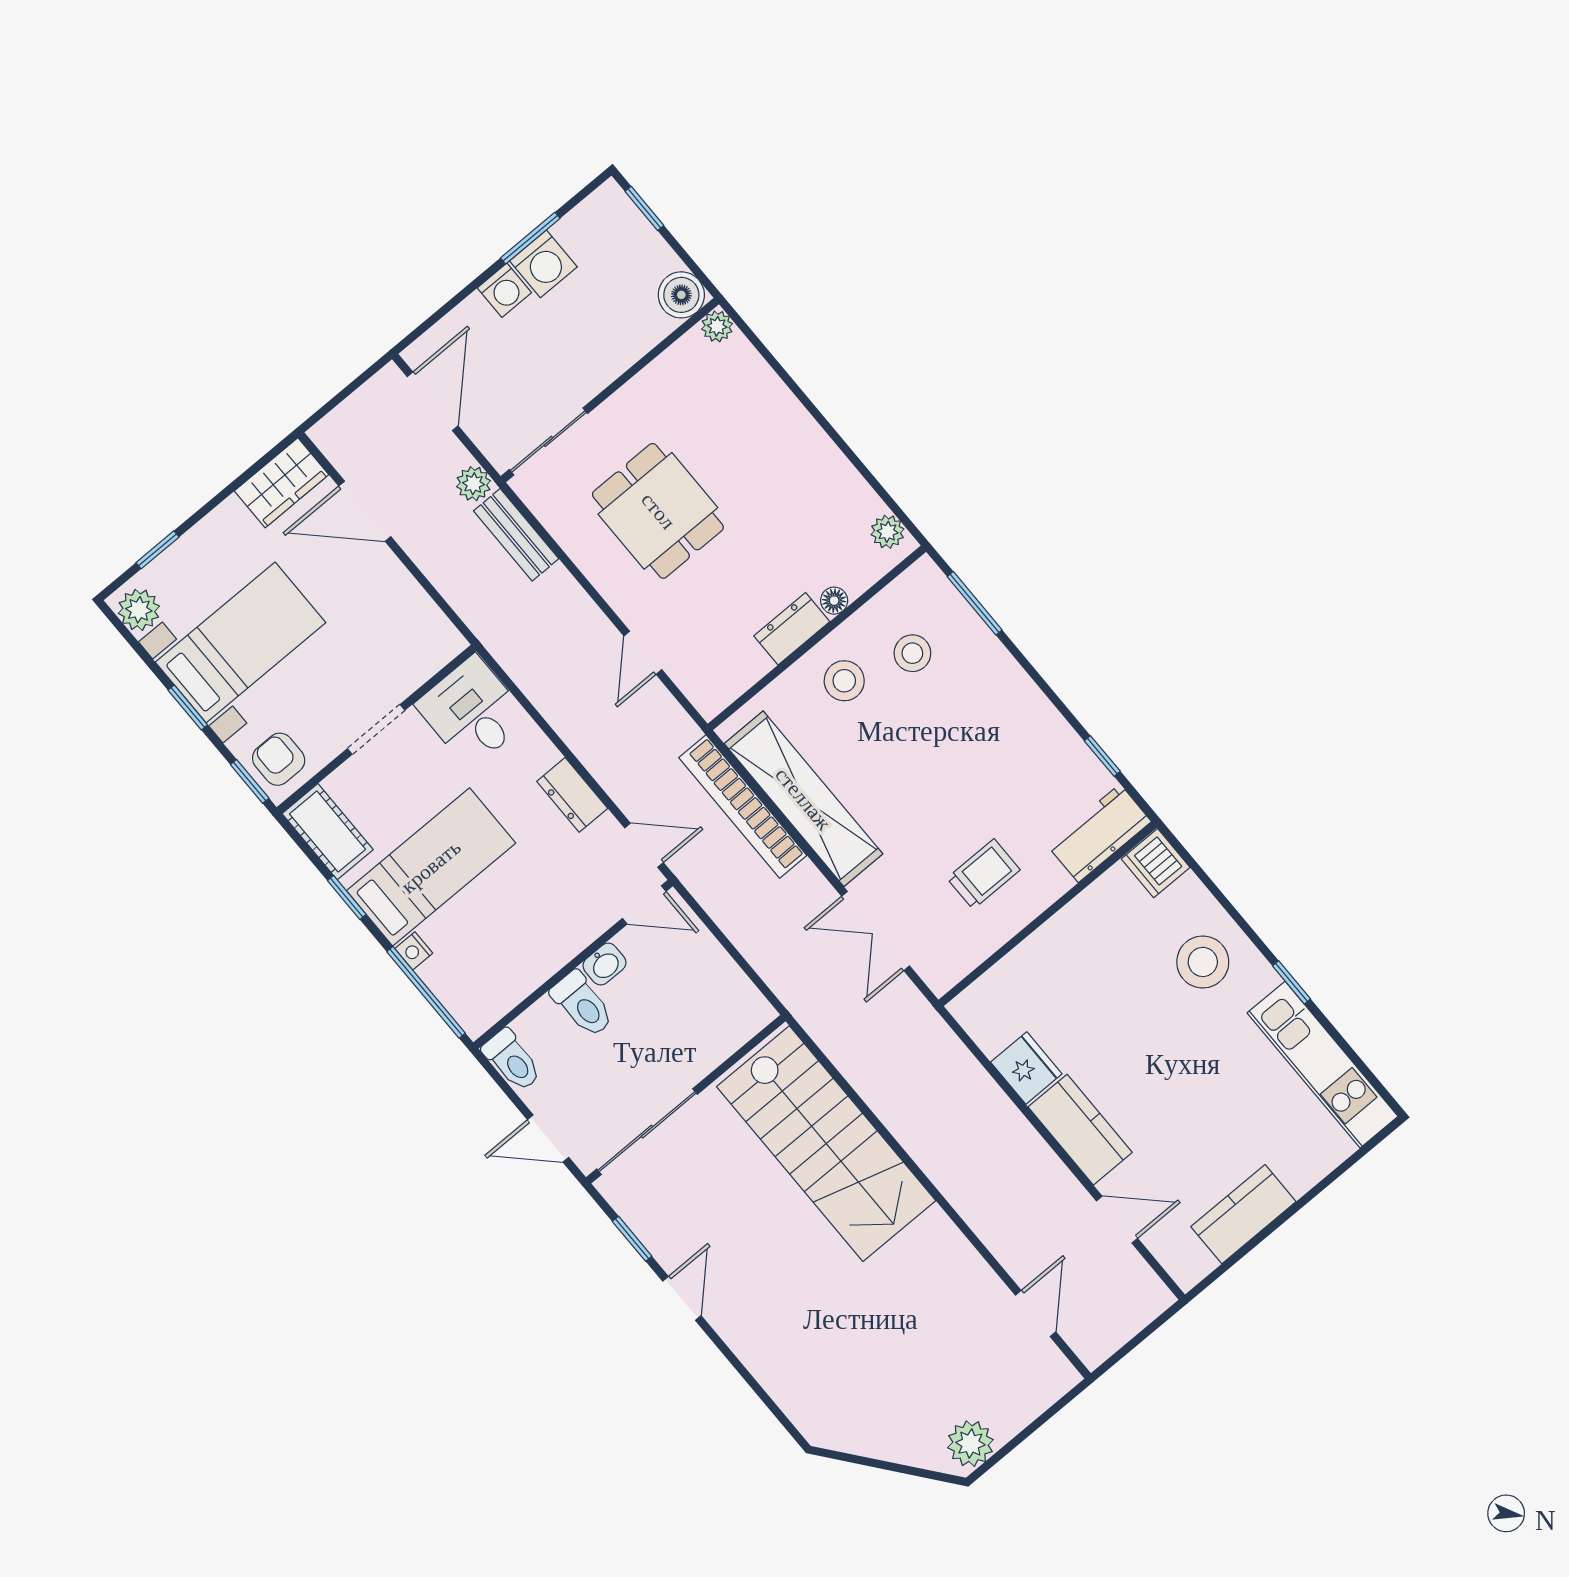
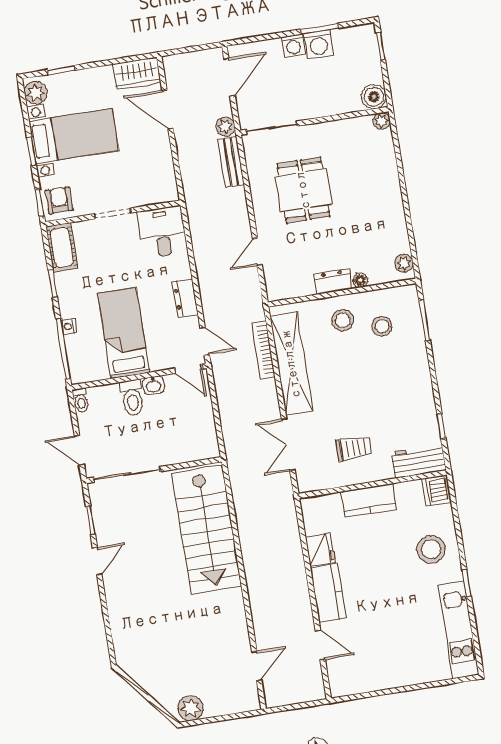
bookcase: (743, 806) -> (263, 350), width x0.68, depth x0.76
bed: (431, 867) -> (124, 333), moved, turned -90
toilet: (512, 1060) -> (81, 400), width x0.73, depth x0.72
kitchen counter: (1243, 1214) -> (368, 500), moved, turned 180

